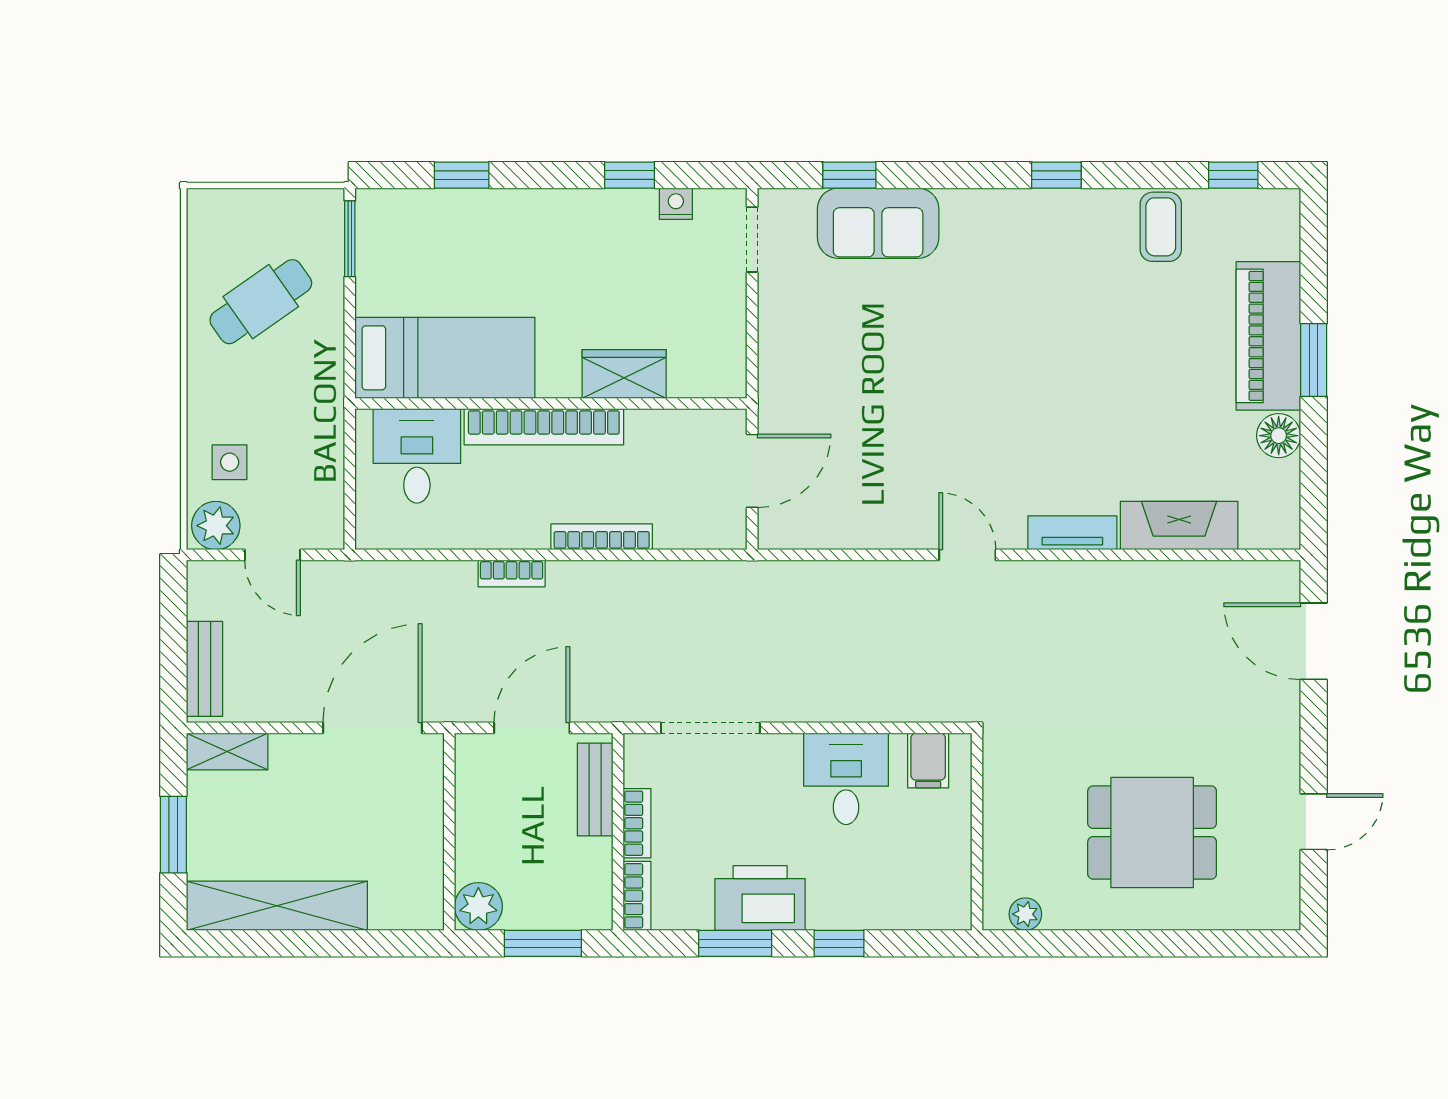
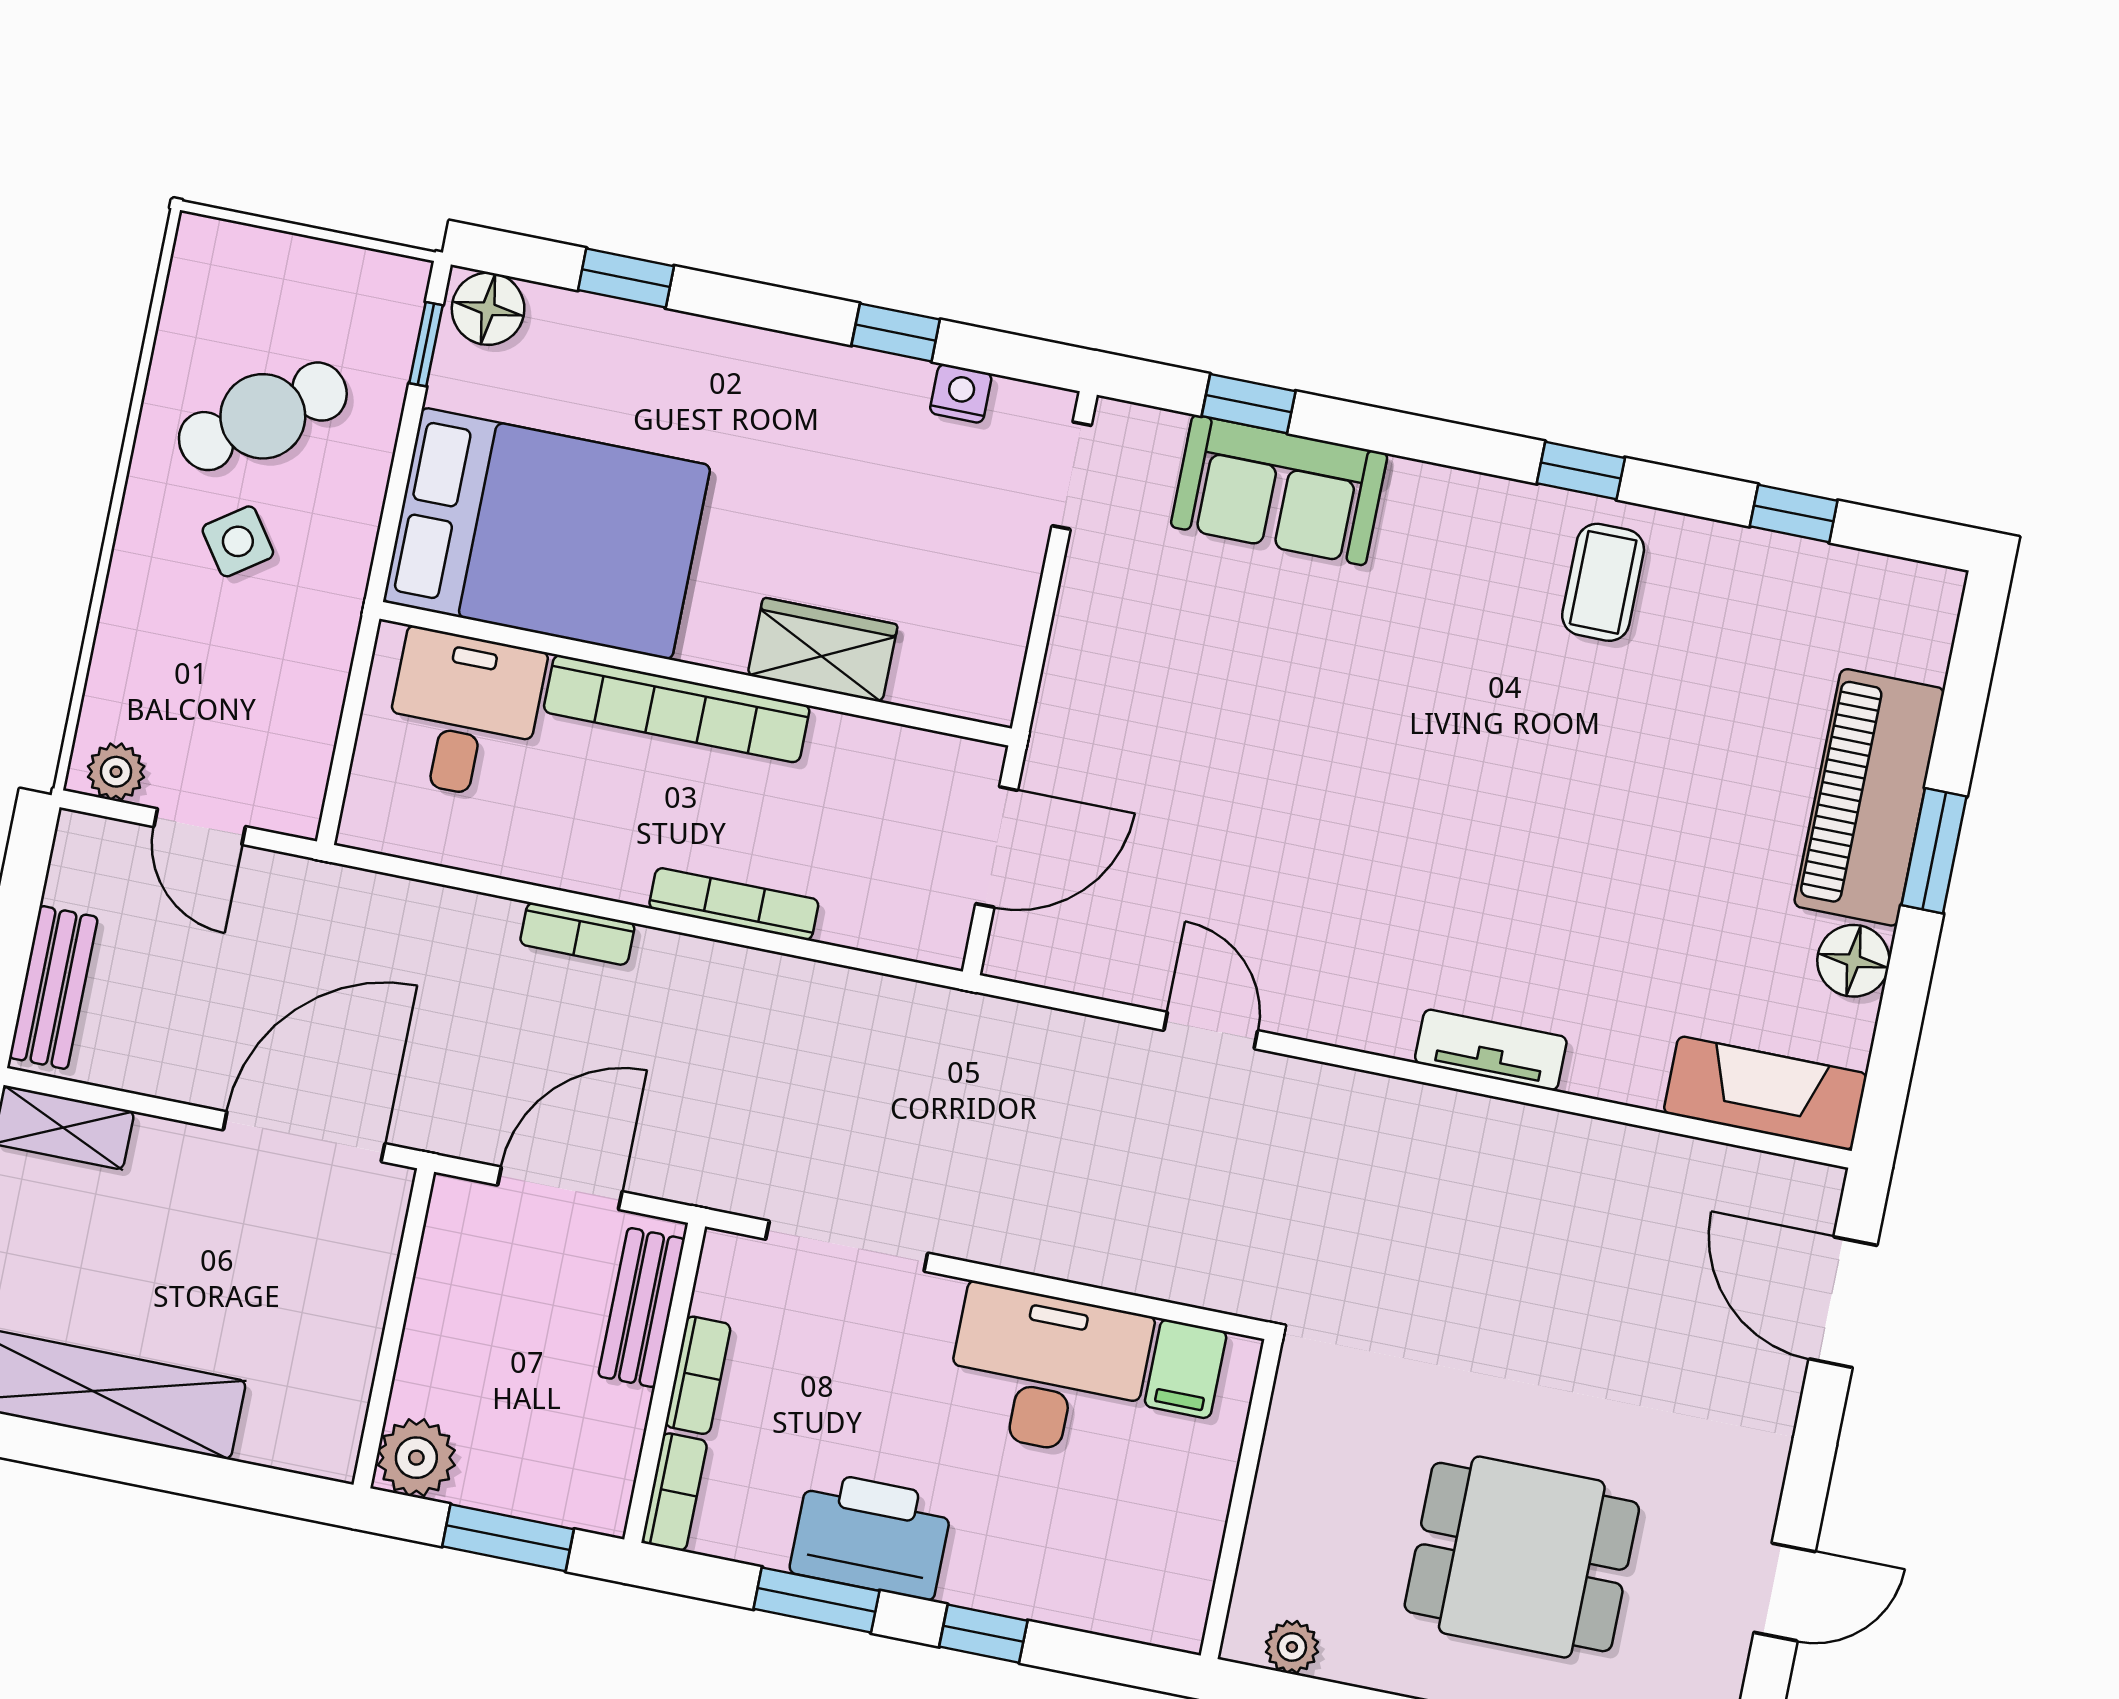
window: (1233, 175) -> (1794, 513), moved
floor lamp: (383, 210) -> (488, 309), added
coffee table: (1161, 227) -> (1603, 582), moved
window: (350, 239) -> (426, 344), width x0.67
bed: (445, 358) -> (547, 534), width x1.50
side table: (230, 462) -> (238, 541), moved, turned -35
plant: (216, 526) -> (116, 772), width x0.73, depth x0.73
fireplace: (1179, 526) -> (1765, 1093), moved
door: (967, 555) -> (1211, 1030), moved
desk: (846, 779) -> (1048, 1372), width x1.37

